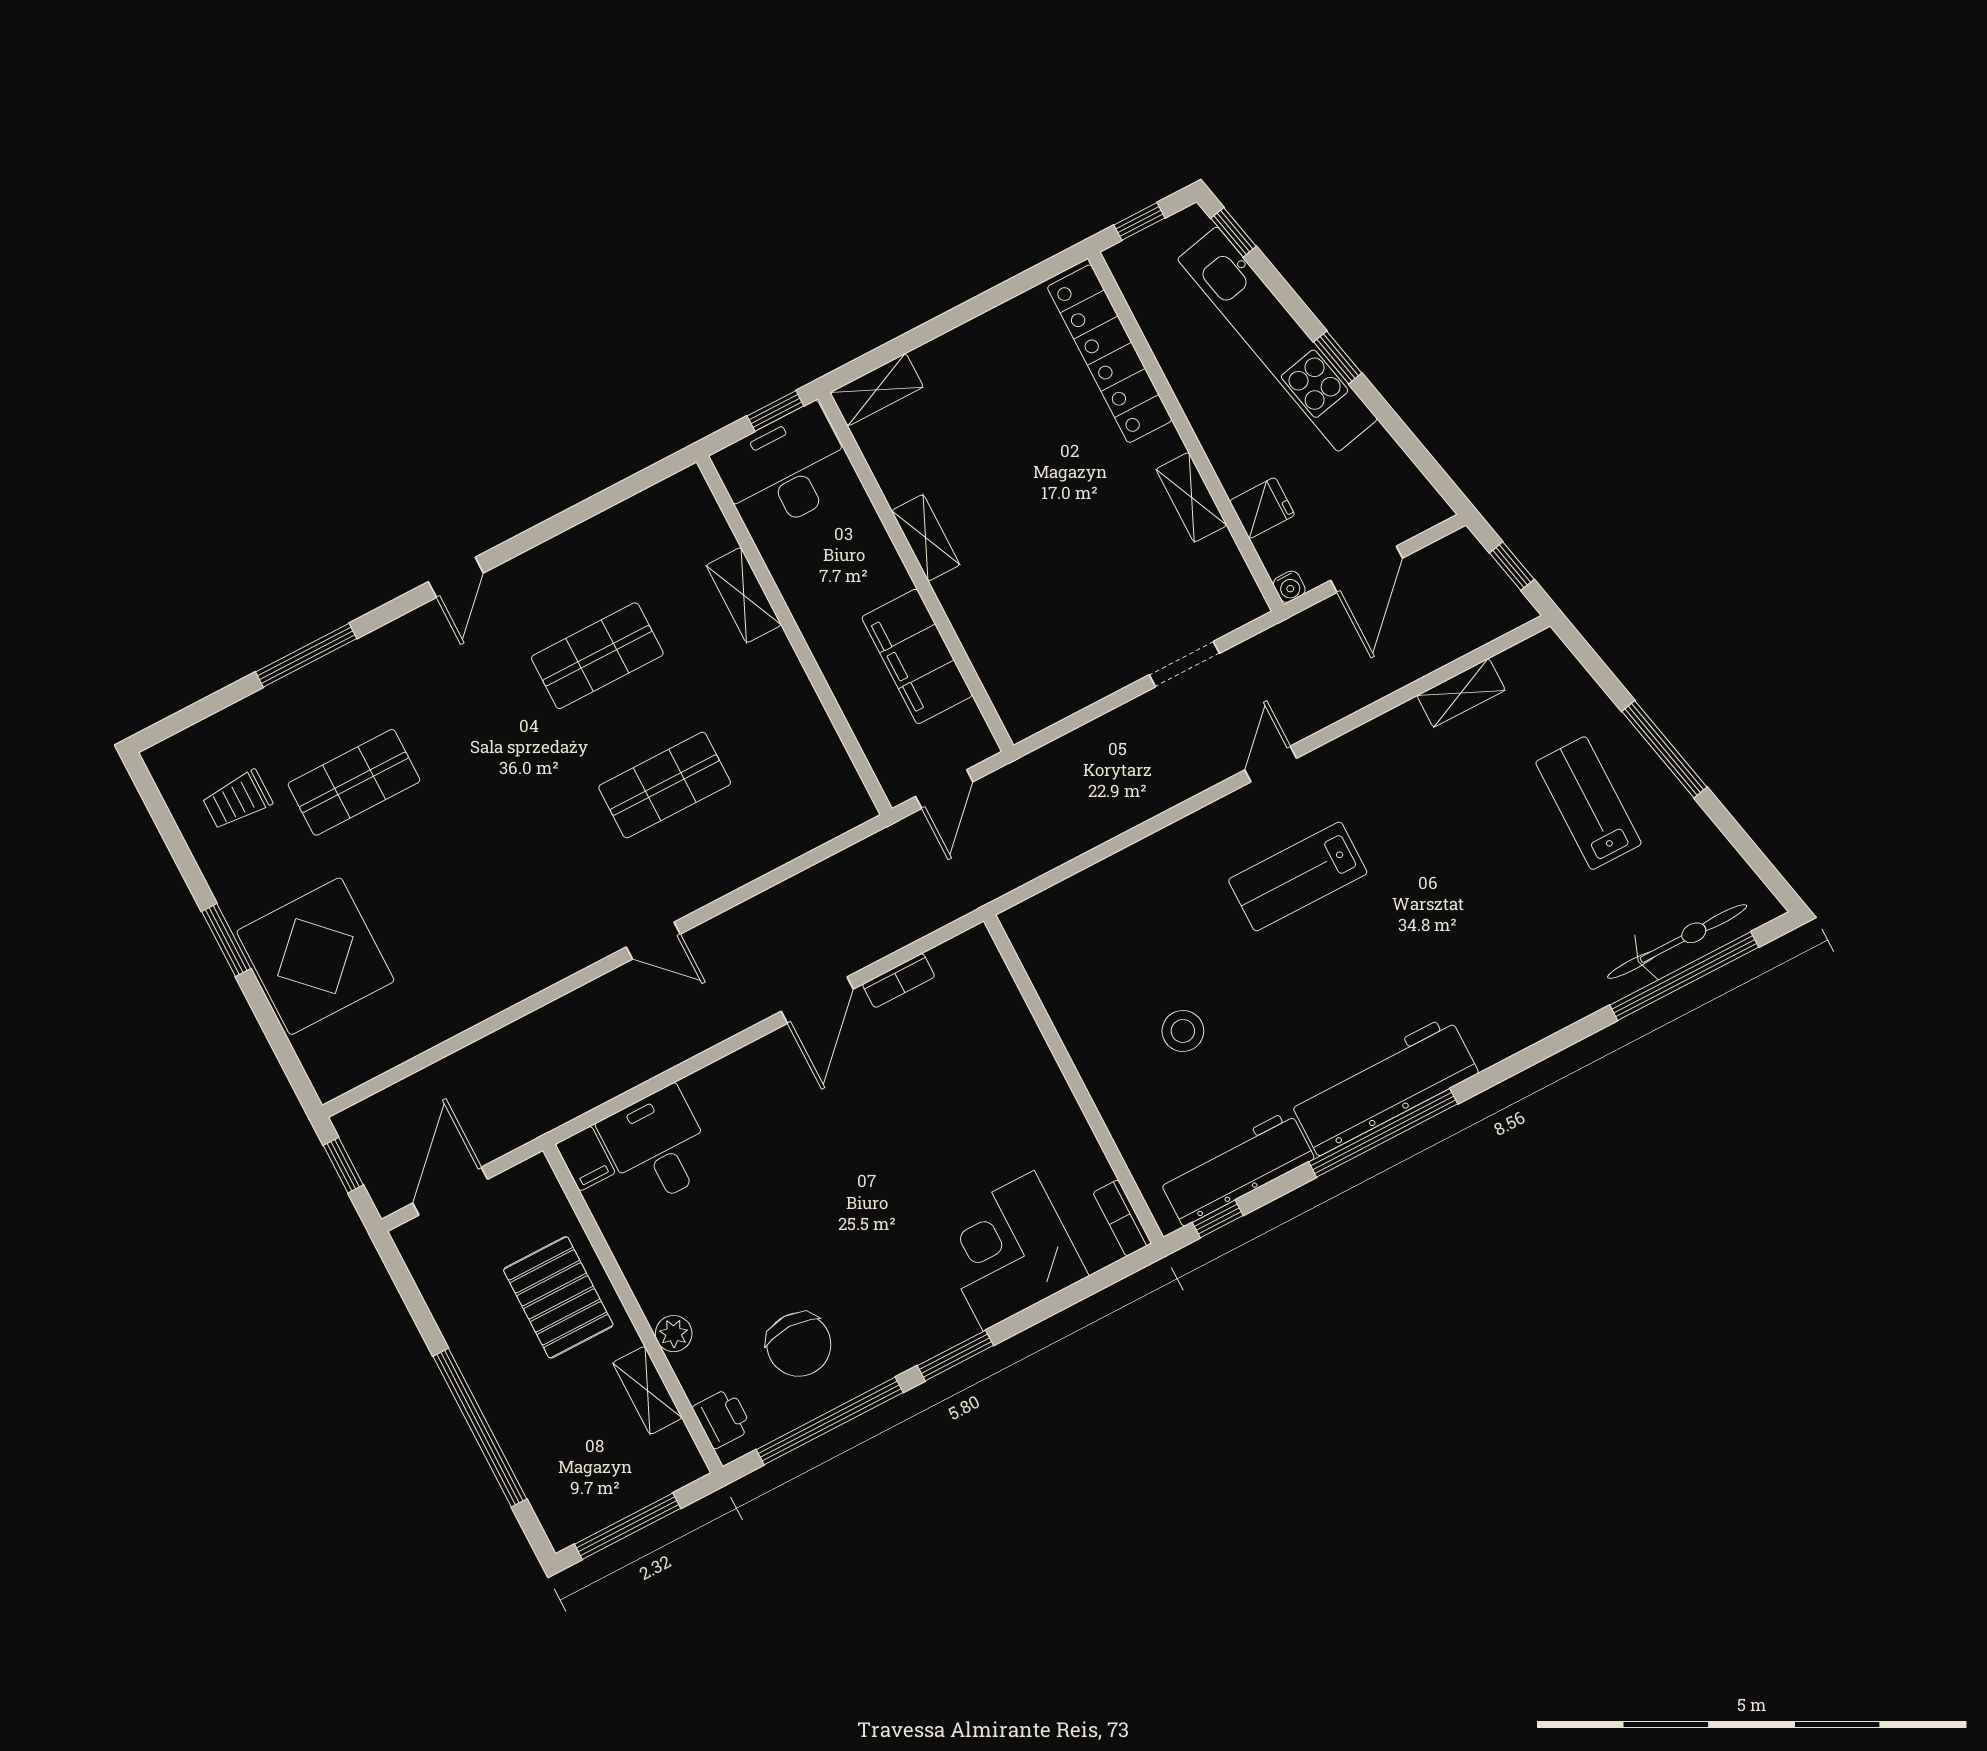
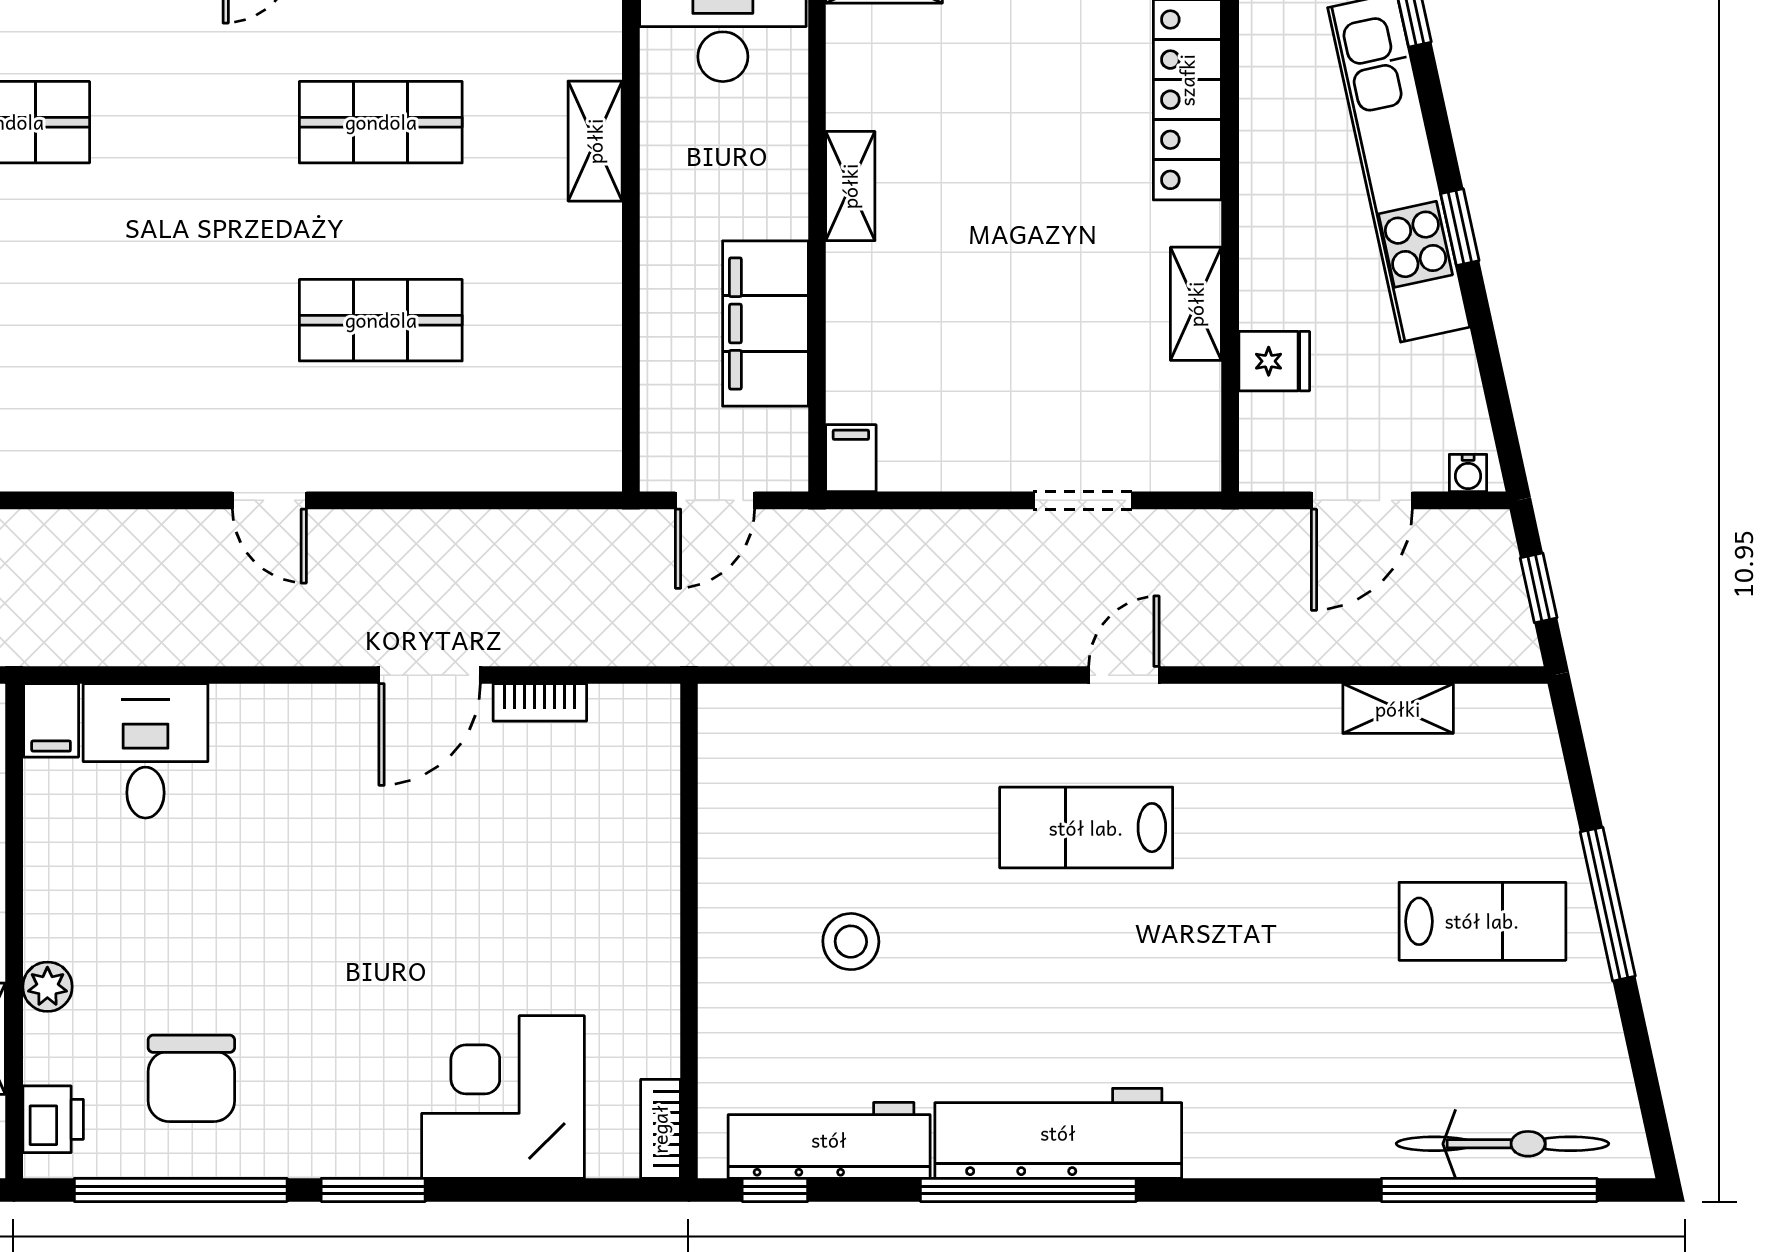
water cooler: (1289, 587) -> (1468, 473), moved
filing cabinet: (1019, 715) -> (851, 458), added
lab bench: (1588, 803) -> (1482, 921), turned 90

